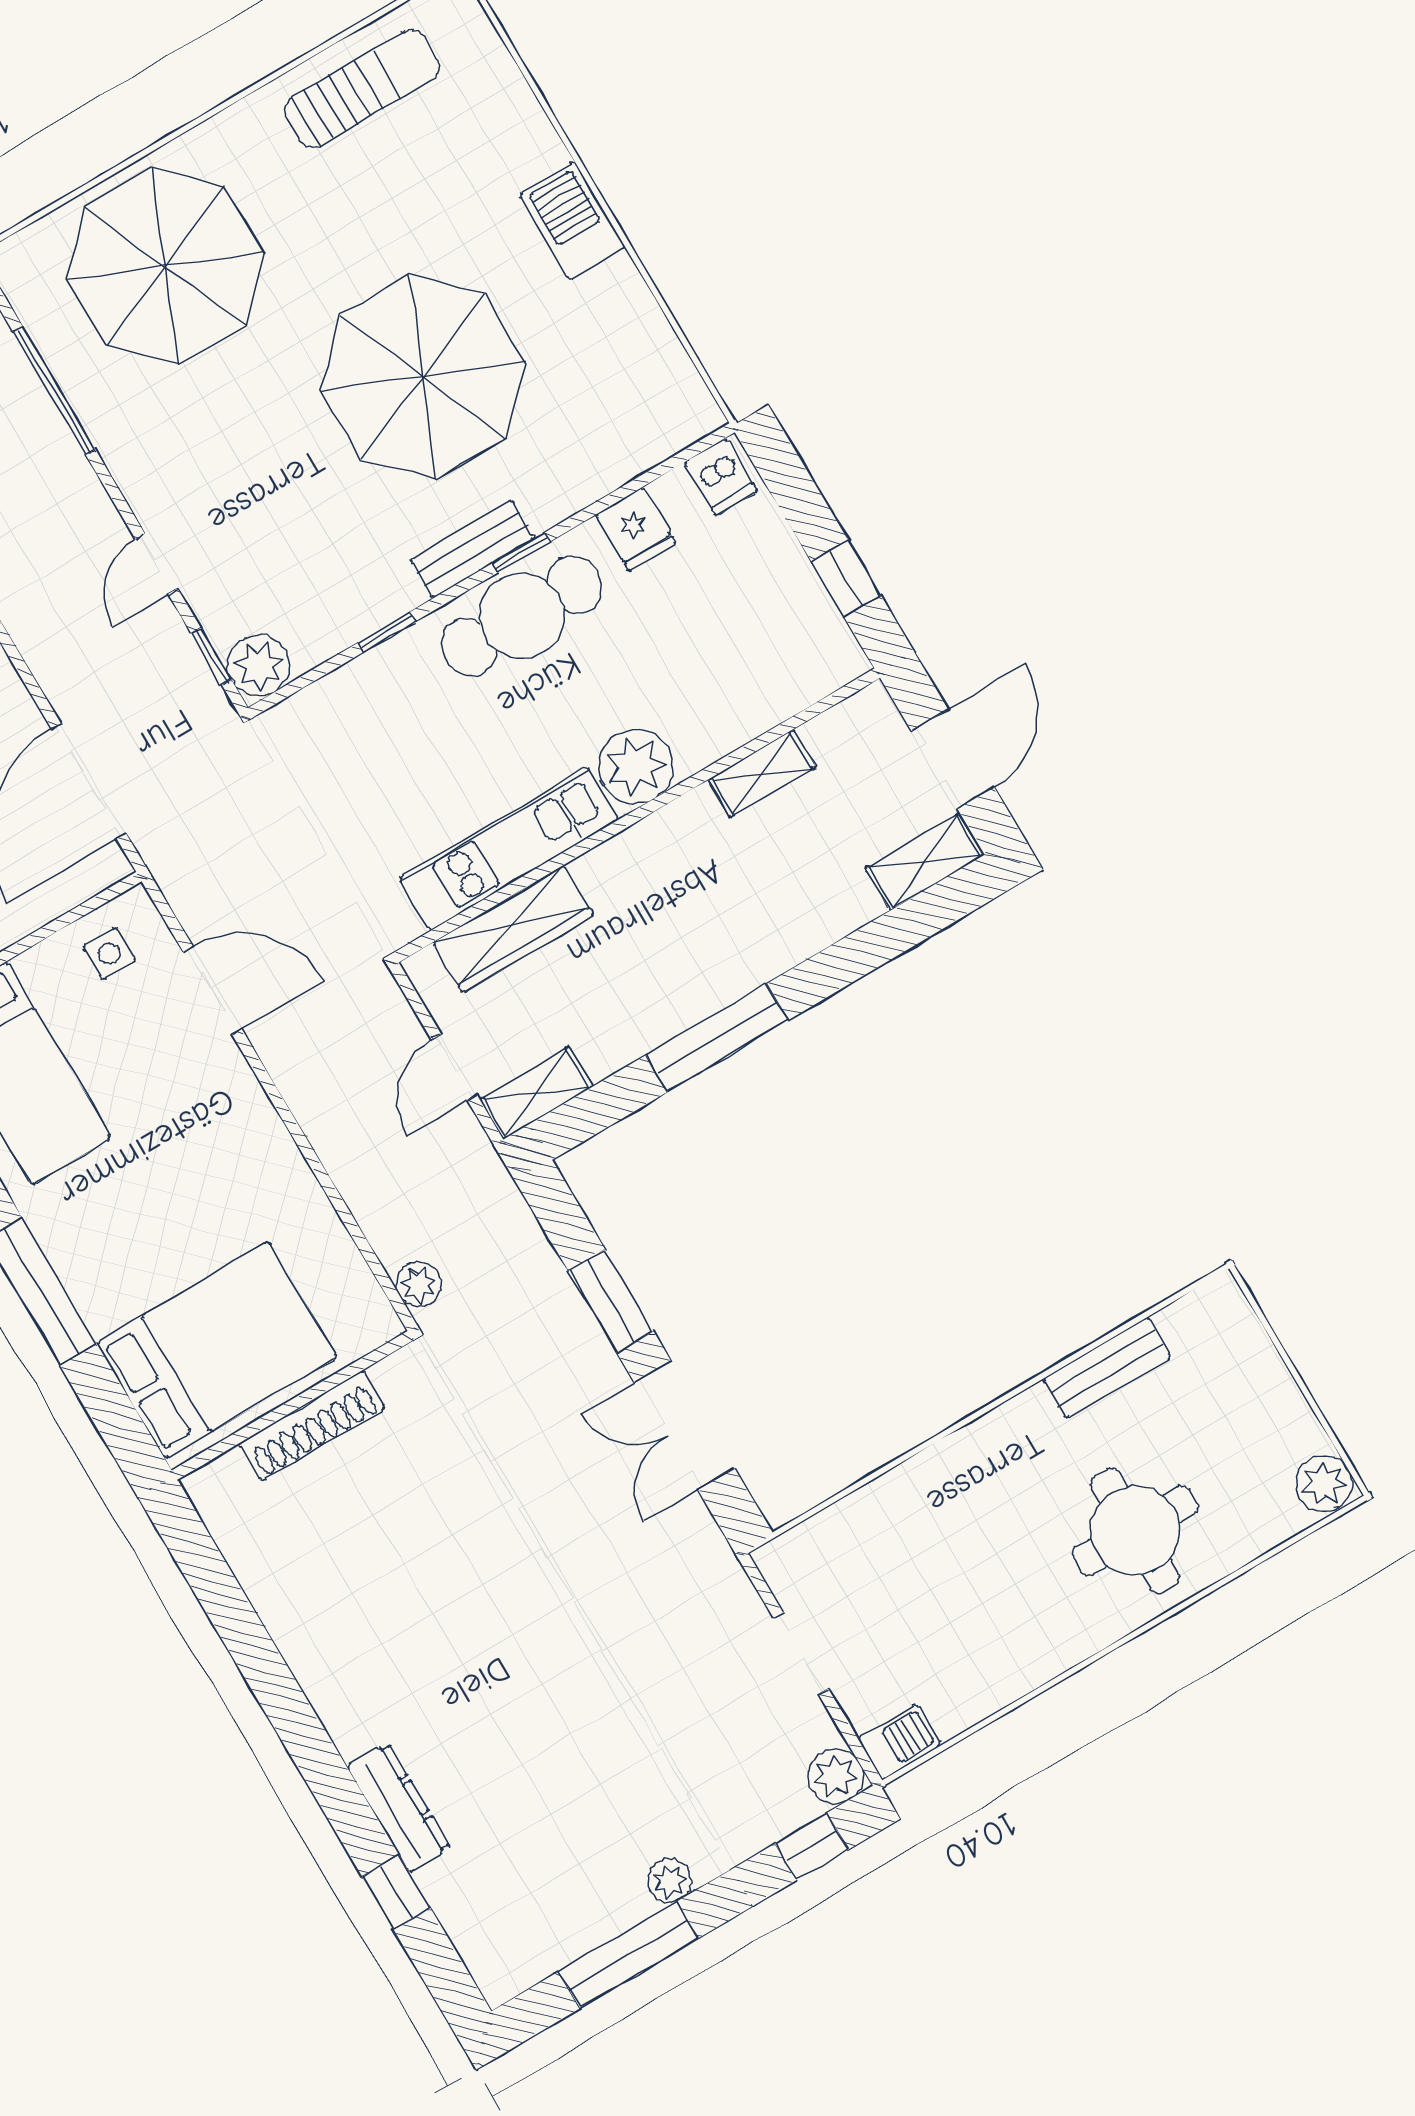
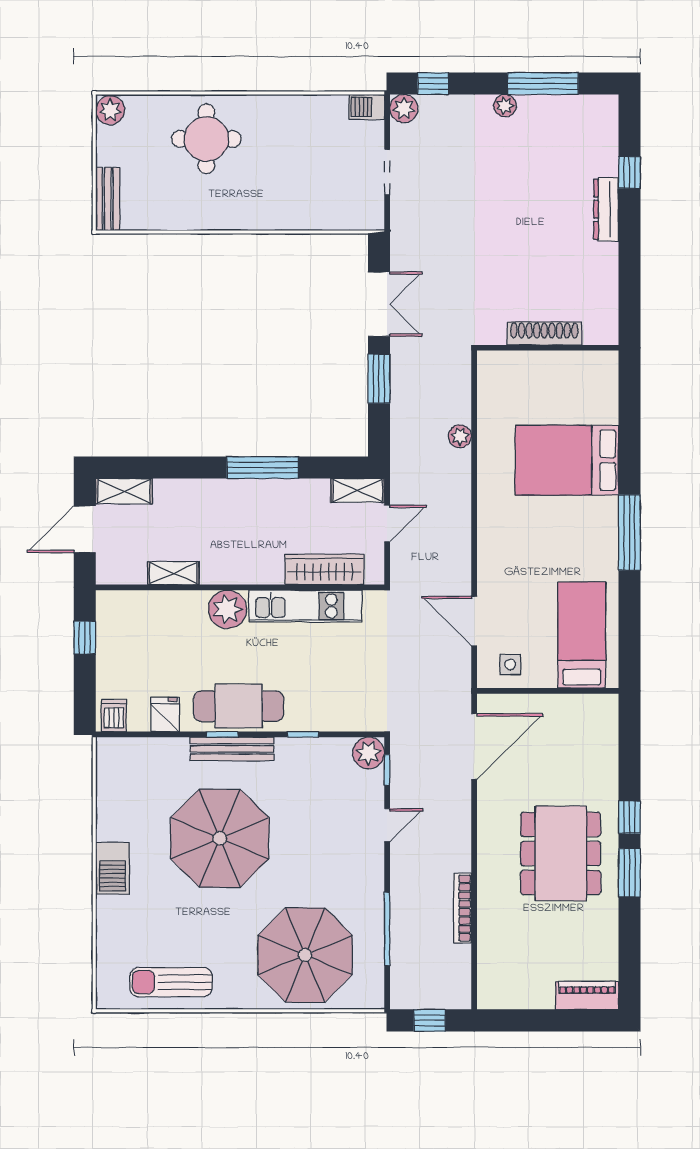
bench: (472, 549) -> (232, 749), width x1.36
bench: (1107, 1368) -> (108, 199), moved, turned 90
wall: (292, 1405) -> (548, 348), moved
shoe rack: (312, 1426) -> (544, 333), moved

